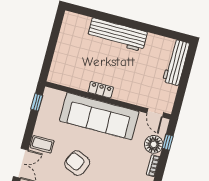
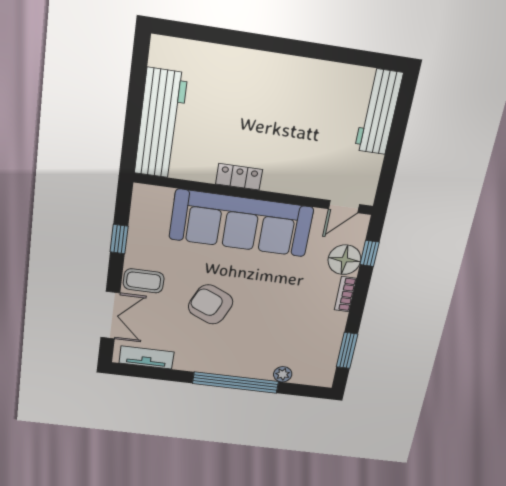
workbench: (117, 35) -> (161, 124), moved, turned -90
window: (37, 102) -> (119, 239), moved
door: (155, 113) -> (344, 207), hinge flipped

